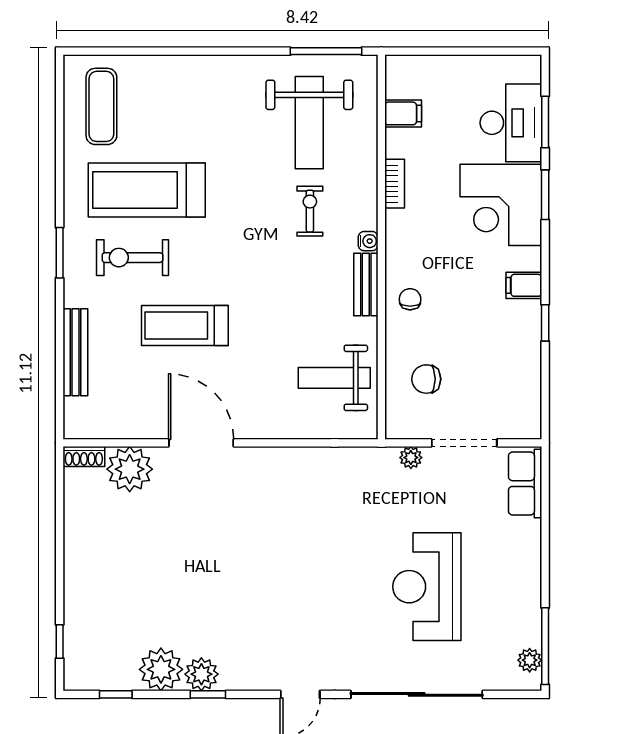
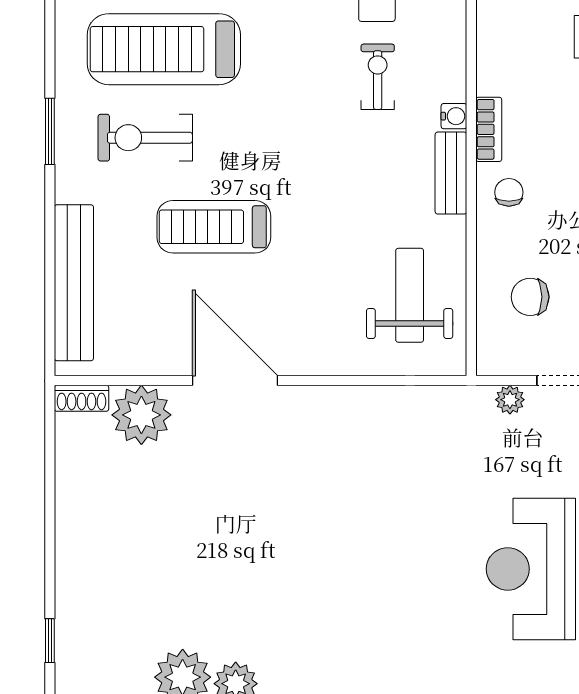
bookcase: (395, 184) -> (489, 129), moved
bench: (75, 352) -> (74, 283), width x1.37, depth x1.21
weight bench: (334, 378) -> (410, 295), turned 90

